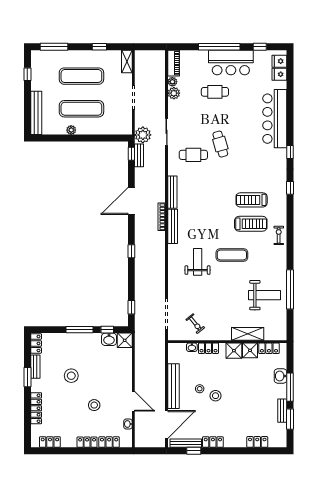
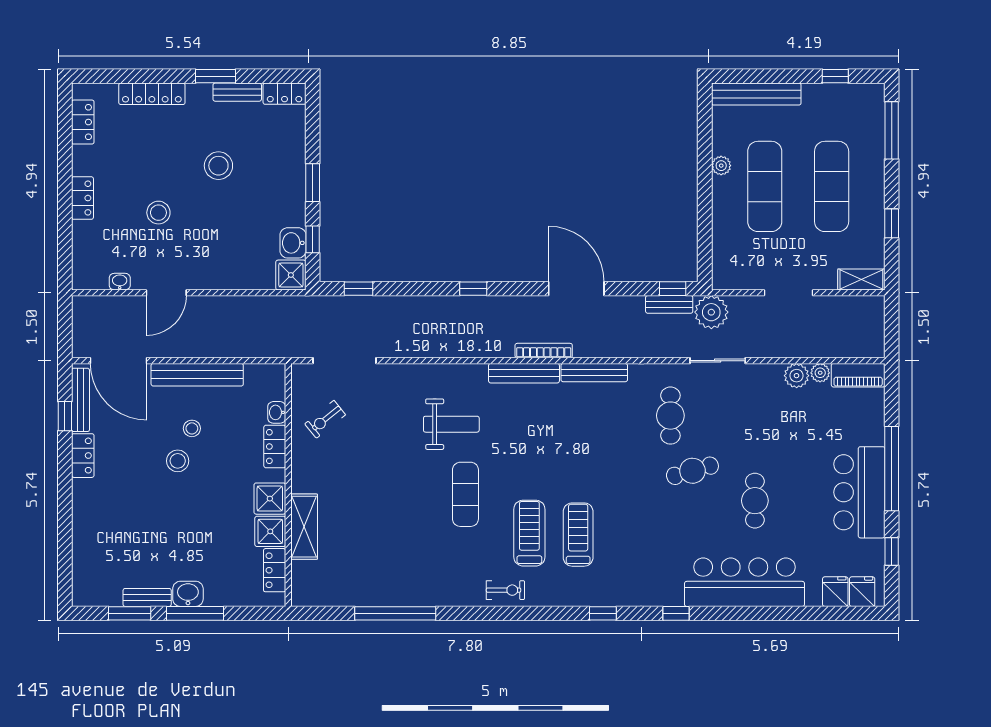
cafe table: (215, 92) -> (755, 501), moved
treadmill: (251, 224) -> (529, 533), turned 180
weight bench: (264, 295) -> (383, 561), removed
window: (80, 330) -> (313, 183), width x0.69
washbasin: (281, 376) -> (188, 594), moved
locker: (109, 442) -> (83, 243), removed
locker: (257, 442) -> (83, 546), removed

